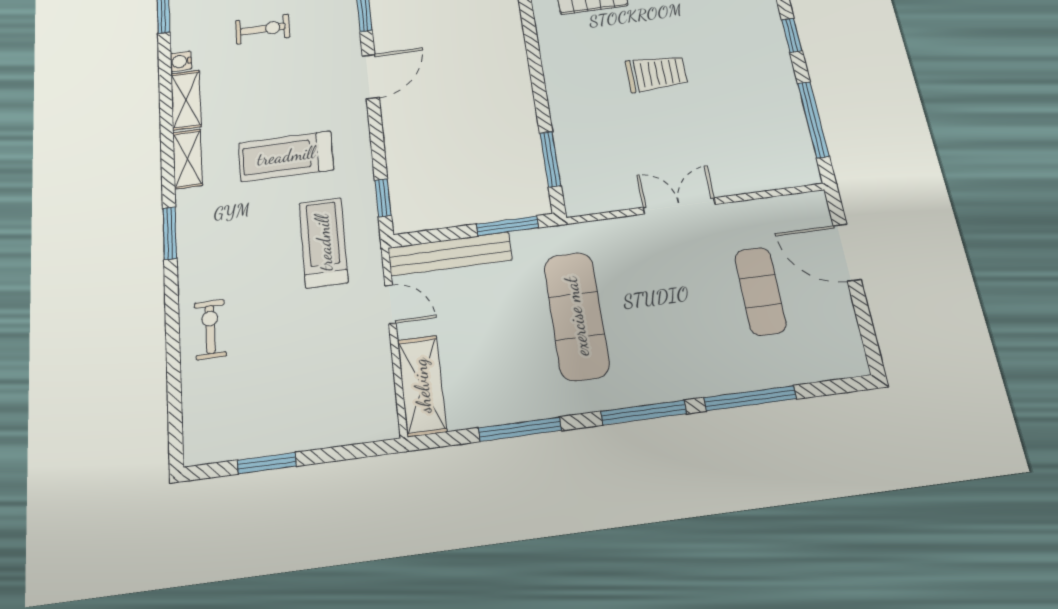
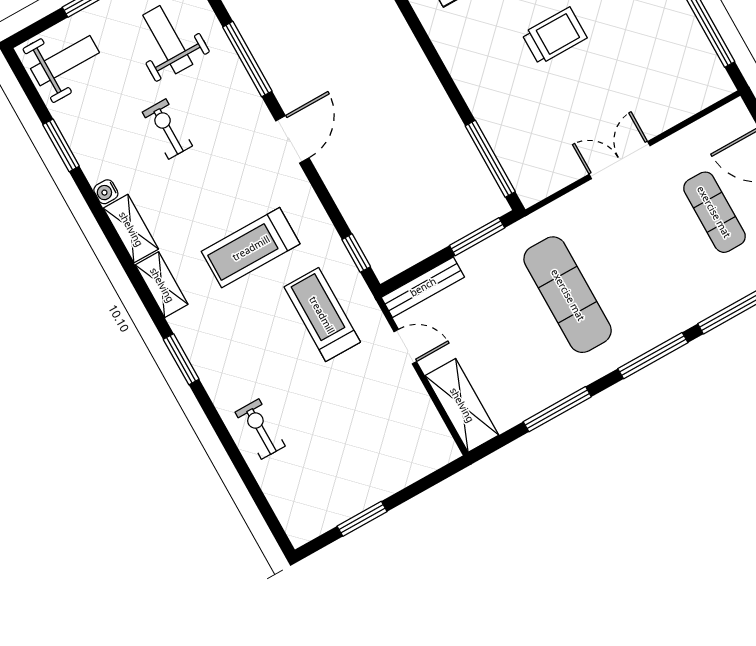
exercise bike: (263, 29) -> (167, 129), turned -90
window: (550, 159) -> (490, 159), width x1.44
bench: (450, 254) -> (423, 287), width x0.73, depth x0.82

